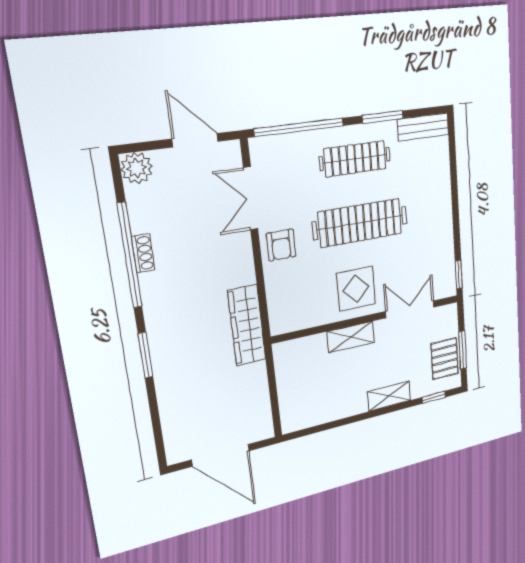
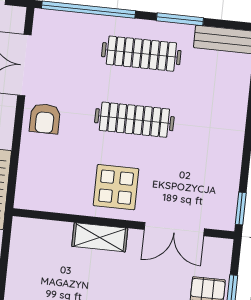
clothes rail: (360, 223) -> (134, 120), width x0.73, depth x0.76
double door: (410, 309) -> (174, 229), swing flipped

